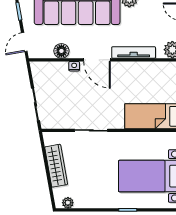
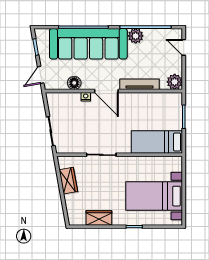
wardrobe: (56, 166) -> (68, 181), width x0.67
wardrobe: (89, 200) -> (99, 218), added
plant: (68, 203) -> (80, 220), removed

